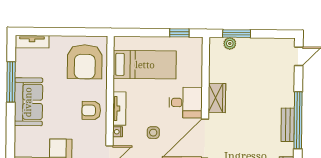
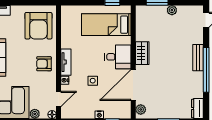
plant: (230, 43) -> (172, 10), moved
bed: (145, 65) -> (106, 25), moved, turned 180
bench: (288, 125) -> (198, 58), moved

